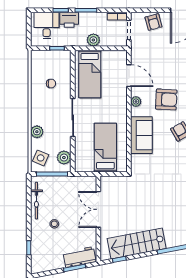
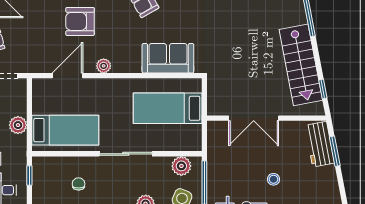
armchair: (166, 99) -> (80, 21), moved, turned -93
sofa: (141, 135) -> (168, 58), moved

